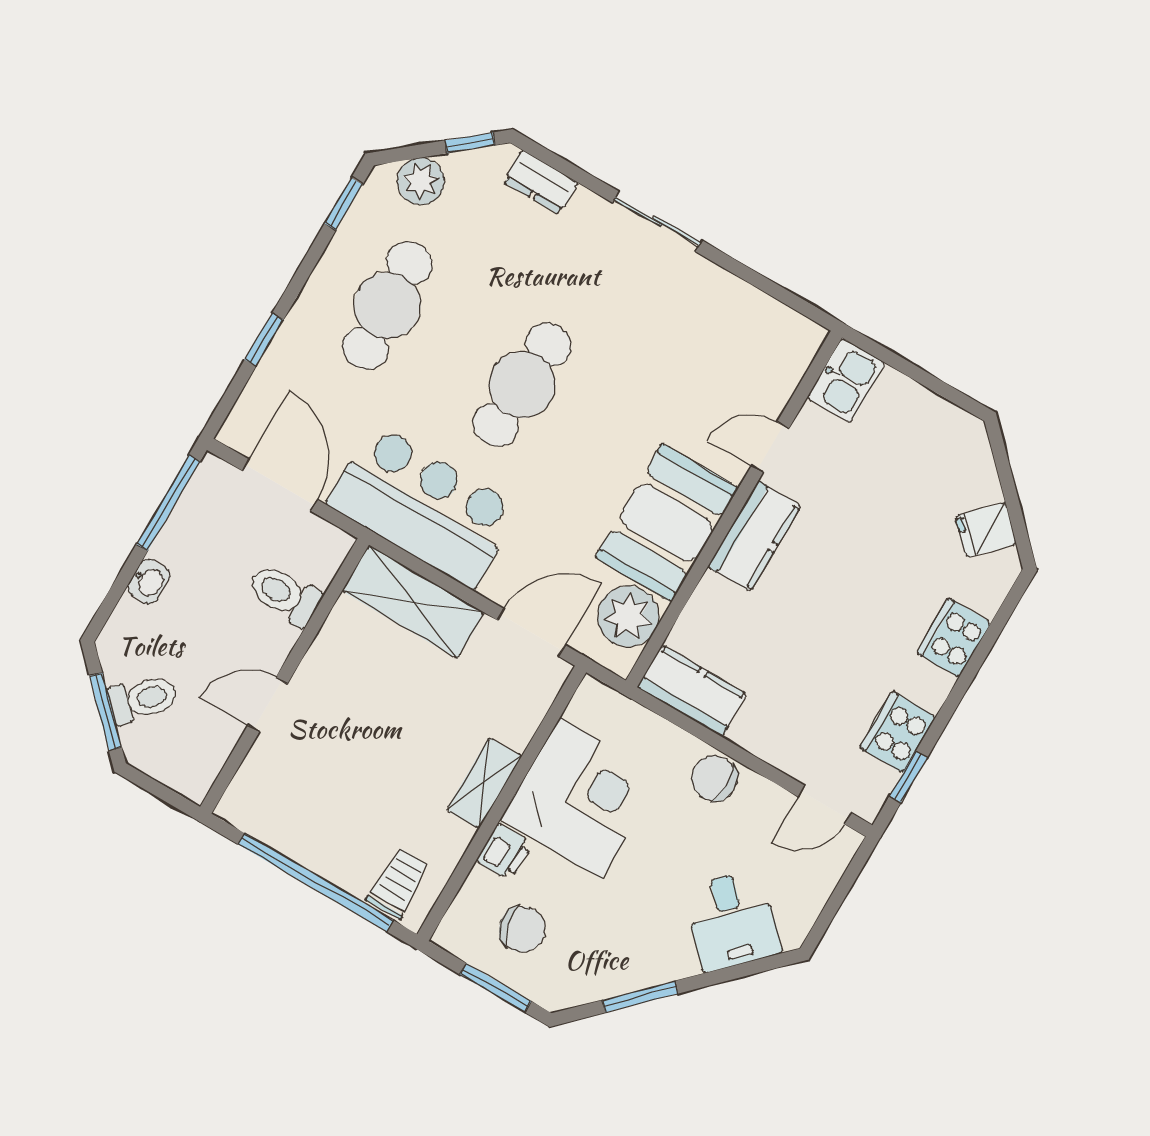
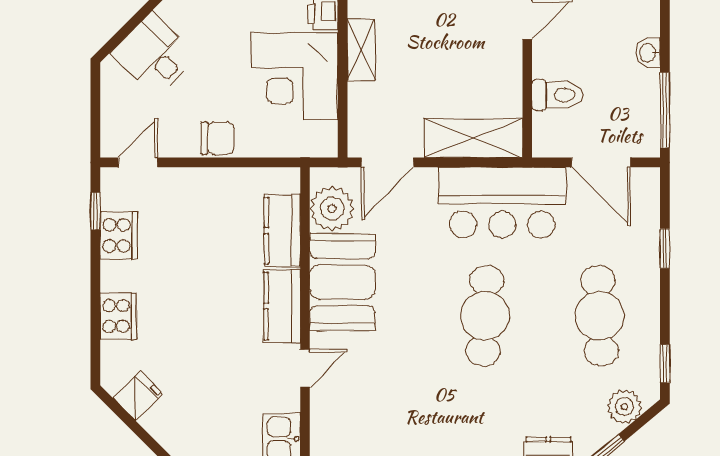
kitchen counter: (692, 691) -> (282, 231), moved, turned 90

